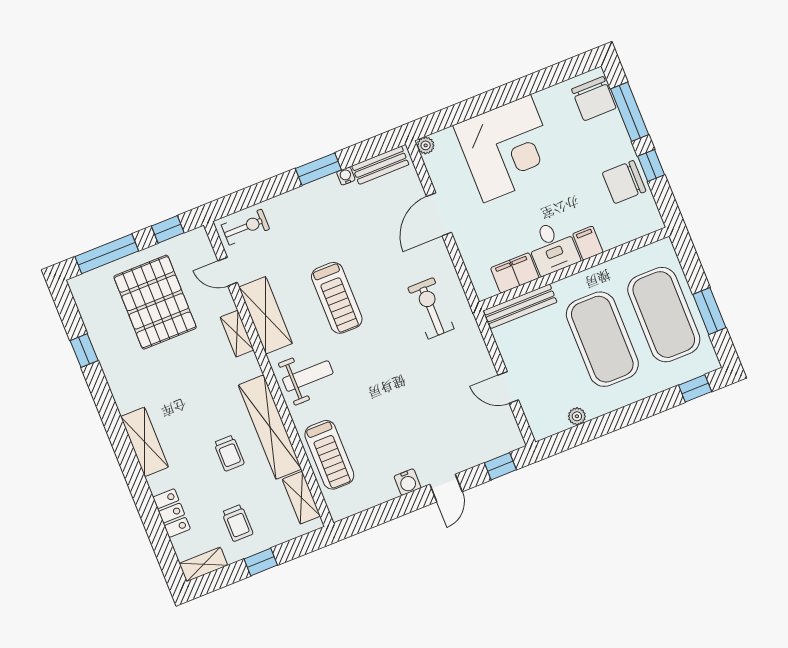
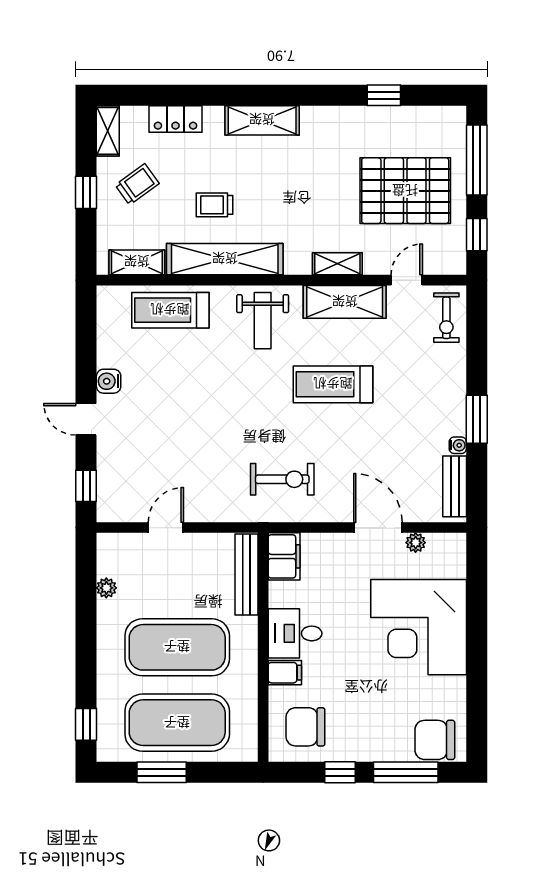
plant: (426, 145) -> (416, 543), moved
chair: (624, 182) -> (305, 727), moved, turned -90
filing cabinet: (515, 273) -> (284, 556), moved
trolley: (237, 523) -> (137, 184), turned 144

